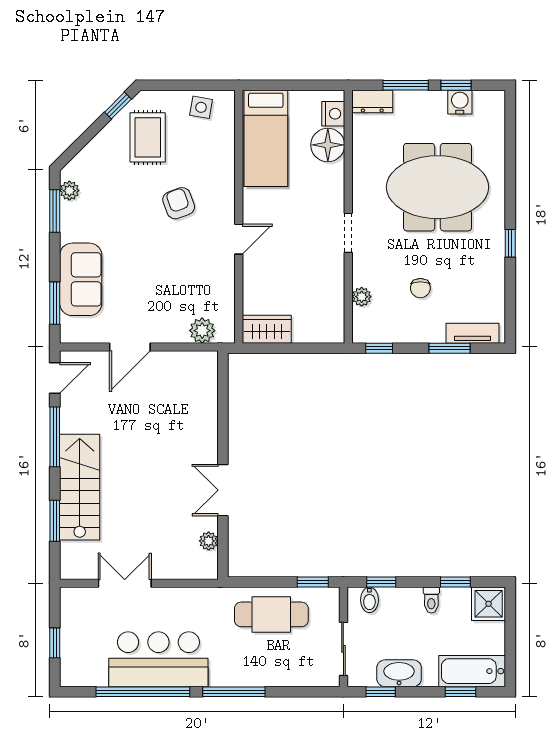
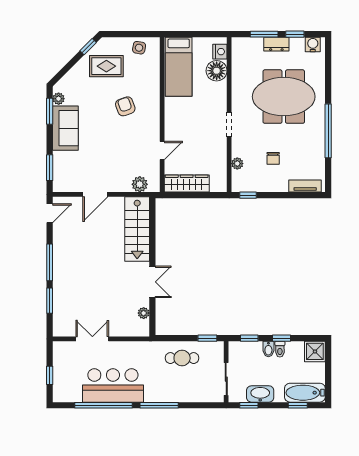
dresser: (372, 102) -> (276, 44), moved
water cooler: (460, 102) -> (313, 45), moved
rug: (148, 137) -> (106, 66), turned 90
door: (239, 239) -> (162, 150), moved
window: (510, 243) -> (328, 131), width x3.17
sofa: (81, 279) -> (65, 128), moved
wardrobe: (267, 329) -> (187, 184), width x1.50
window: (450, 348) -> (291, 195), removed
window: (55, 437) -> (50, 262), moved
stairs: (80, 487) -> (137, 229), moved, turned 180
double door: (223, 490) -> (152, 282), swing flipped
window: (455, 582) -> (281, 338), moved
bidet: (369, 600) -> (268, 349), moved
cafe table: (271, 614) -> (182, 358), width x0.73, depth x0.74

